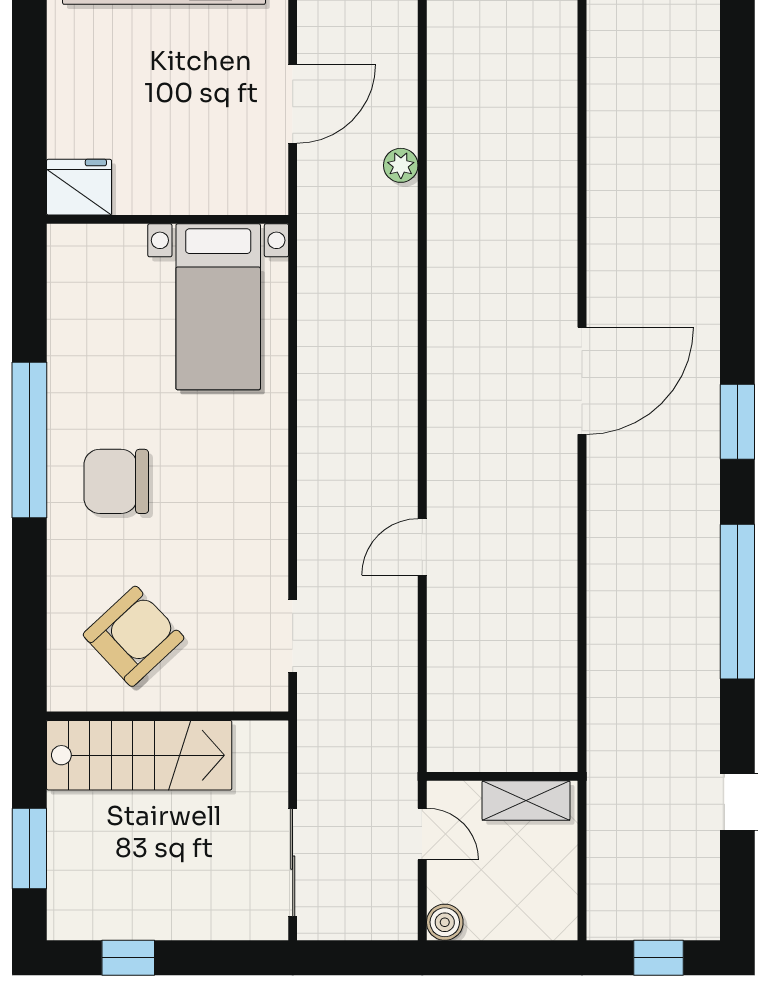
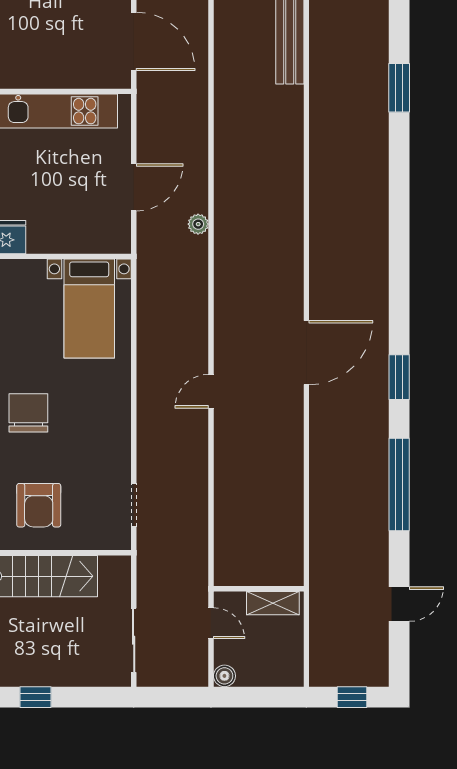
chair: (116, 481) -> (28, 413), turned 90
door: (422, 547) -> (211, 391), moved
armchair: (134, 636) -> (39, 505), turned 133

